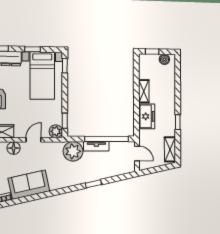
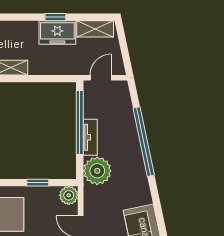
freezer: (147, 116) -> (57, 32), moved, turned 180
window: (65, 121) -> (38, 183), moved
window: (93, 184) -> (144, 142), width x3.17

